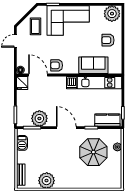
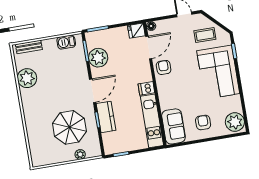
sofa: (93, 65) -> (173, 126), moved
kitchen counter: (107, 120) -> (106, 117), moved

